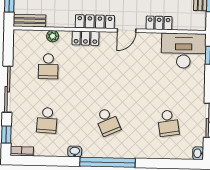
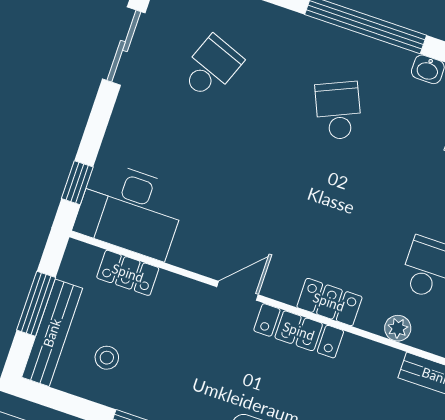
locker: (159, 23) -> (128, 273), moved
school desk: (168, 123) -> (211, 67), turned 30

